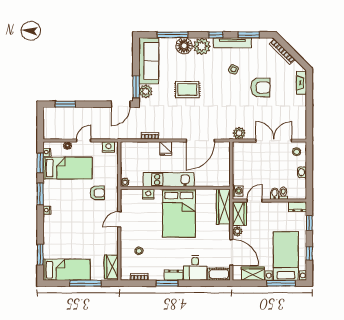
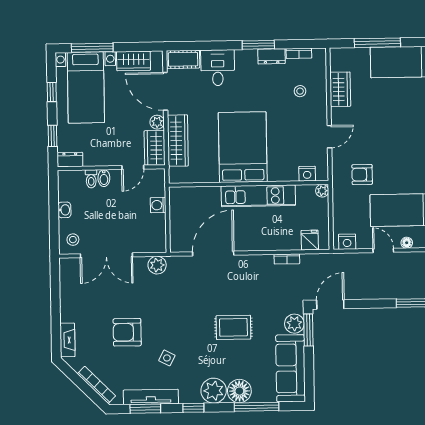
tv unit: (232, 43) -> (151, 397), moved
door: (84, 141) -> (383, 250), swing flipped
fridge: (166, 149) -> (310, 240), moved
washing machine: (238, 191) -> (158, 205), moved
nightstand: (148, 194) -> (307, 174), moved
wardrobe: (223, 207) -> (178, 141), moved
wardrobe: (111, 267) -> (340, 89), moved
dresser: (174, 275) -> (271, 56), moved

